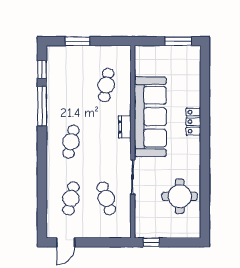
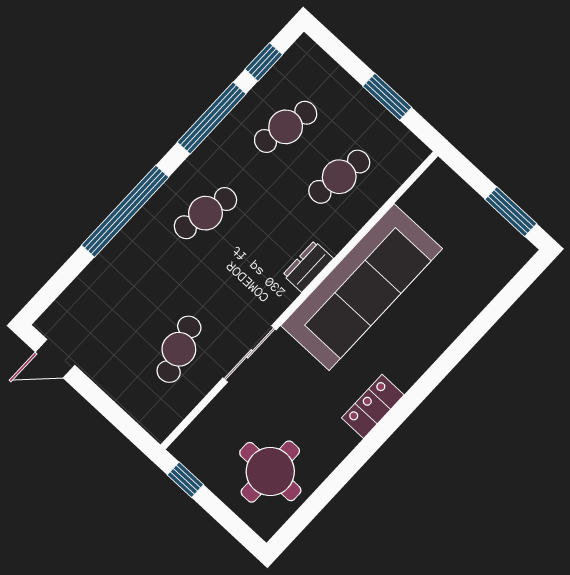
window: (77, 41) -> (387, 97), moved
locker: (193, 122) -> (373, 406), moved
window: (42, 167) -> (125, 211), added
round table: (180, 196) -> (270, 472), moved
cafe table: (71, 198) -> (286, 127), moved

